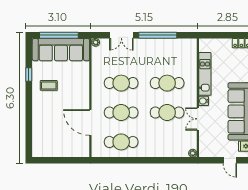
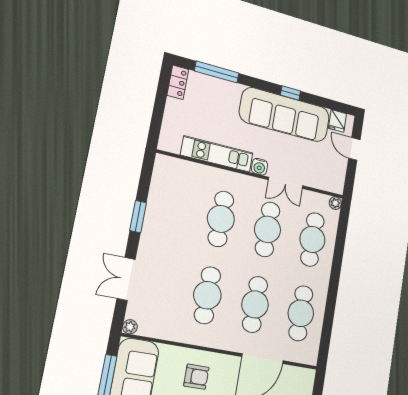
double door: (121, 35) -> (126, 279), swing flipped
window: (158, 35) -> (138, 217), width x0.47
armchair: (74, 85) -> (196, 377), added
cafe table: (167, 142) -> (312, 239), added
door: (230, 160) -> (354, 149), swing flipped

